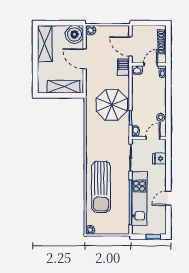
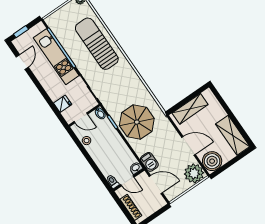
plant: (91, 30) -> (194, 173), width x1.88, depth x1.88
door: (151, 64) -> (127, 181), hinge flipped
door: (153, 138) -> (81, 118), hinge flipped
door: (168, 198) -> (22, 62), moved

